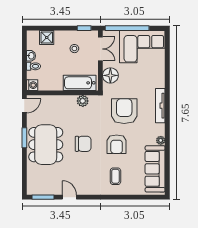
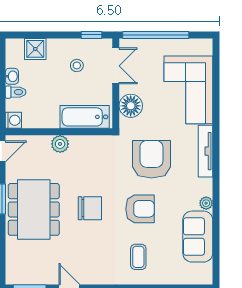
corner sofa: (142, 47) -> (188, 90), moved, turned 90
plant: (83, 101) -> (60, 144), moved
armchair: (117, 144) -> (140, 209), turned -90
sofa: (155, 169) -> (198, 237), width x0.73

